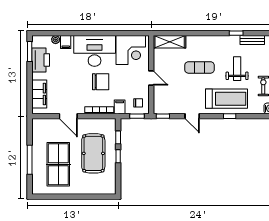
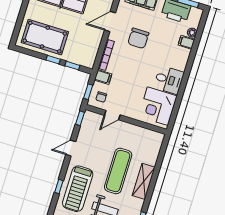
shelving: (170, 42) -> (144, 181), moved
desk: (95, 51) -> (169, 80), width x0.53, depth x0.77
exercise mat: (199, 67) -> (118, 171), width x1.36, depth x1.45
door: (151, 78) -> (112, 115), moved
chair: (101, 82) -> (138, 38), moved
pool table: (93, 153) -> (45, 37), moved

